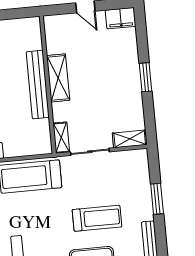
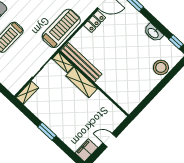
shelving: (58, 78) -> (82, 82), moved
bench: (38, 85) -> (81, 62), moved

